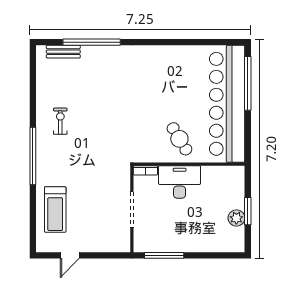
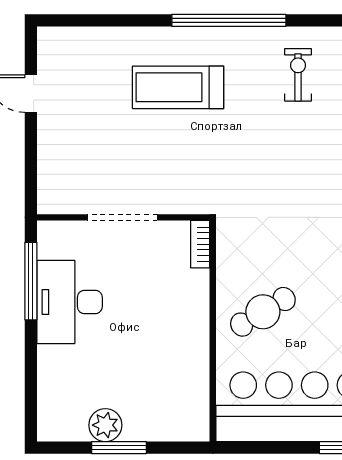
exercise bike: (60, 121) -> (298, 75), turned -90
desk: (180, 182) -> (70, 302), moved, turned 180
treadmill: (55, 210) -> (178, 87), moved

